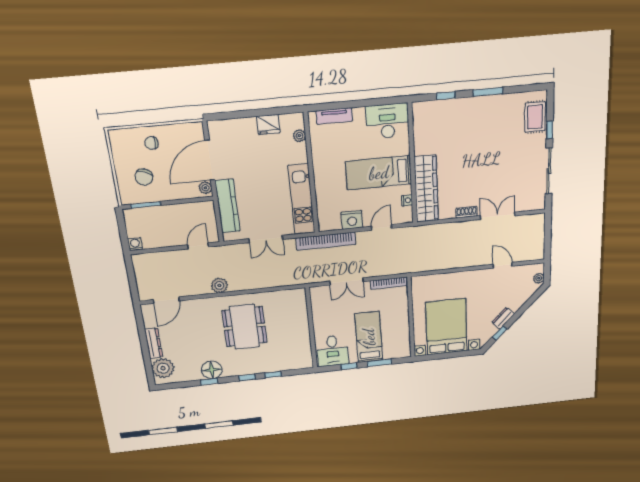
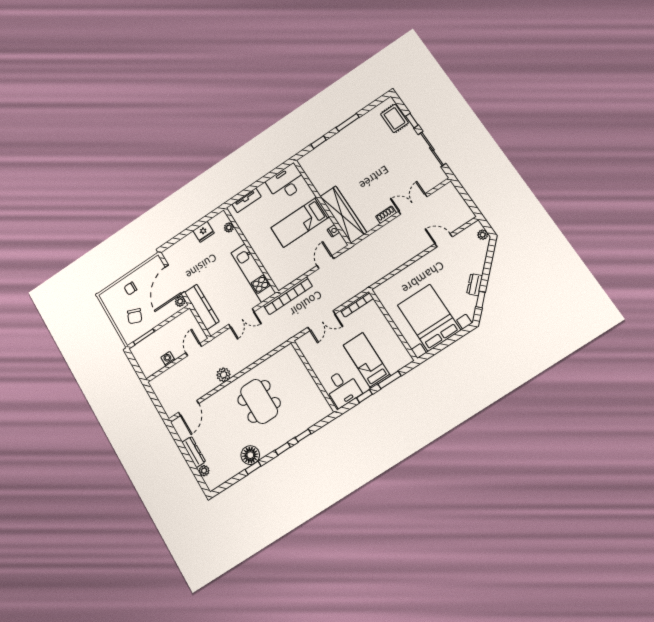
nightstand: (352, 220) -> (299, 268), removed
washing machine: (135, 244) -> (168, 359), moved
plant: (163, 368) -> (204, 471), width x0.53, depth x0.53

